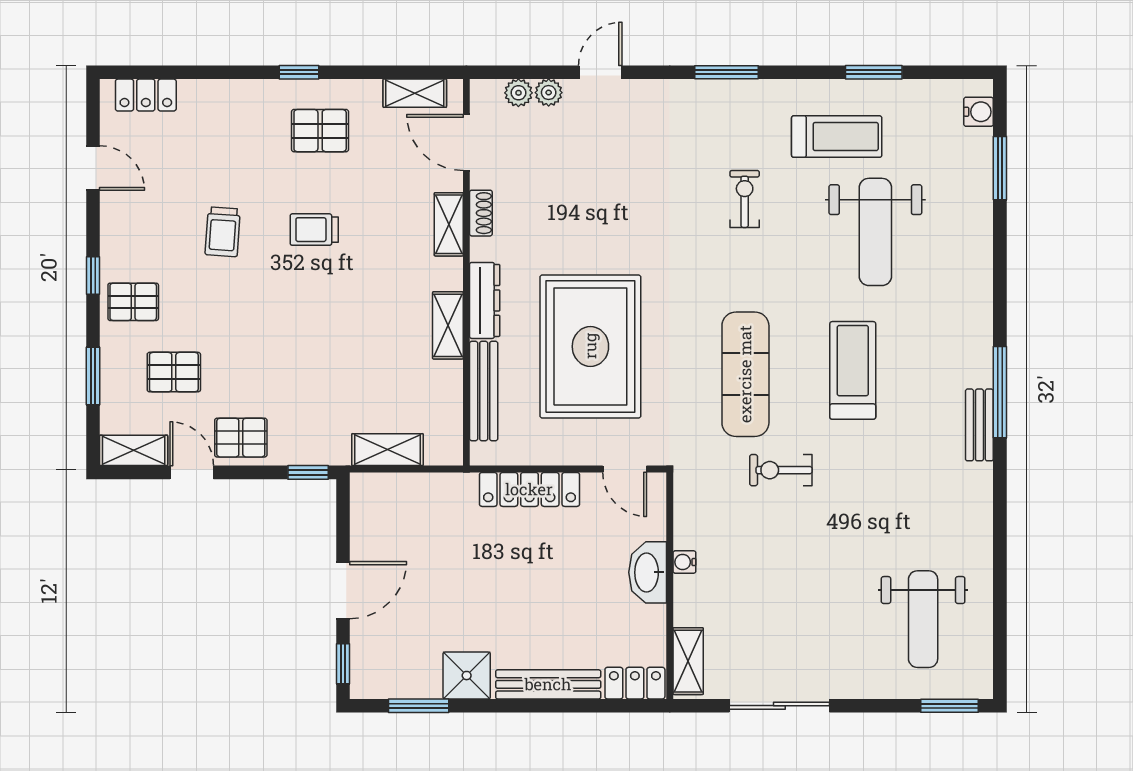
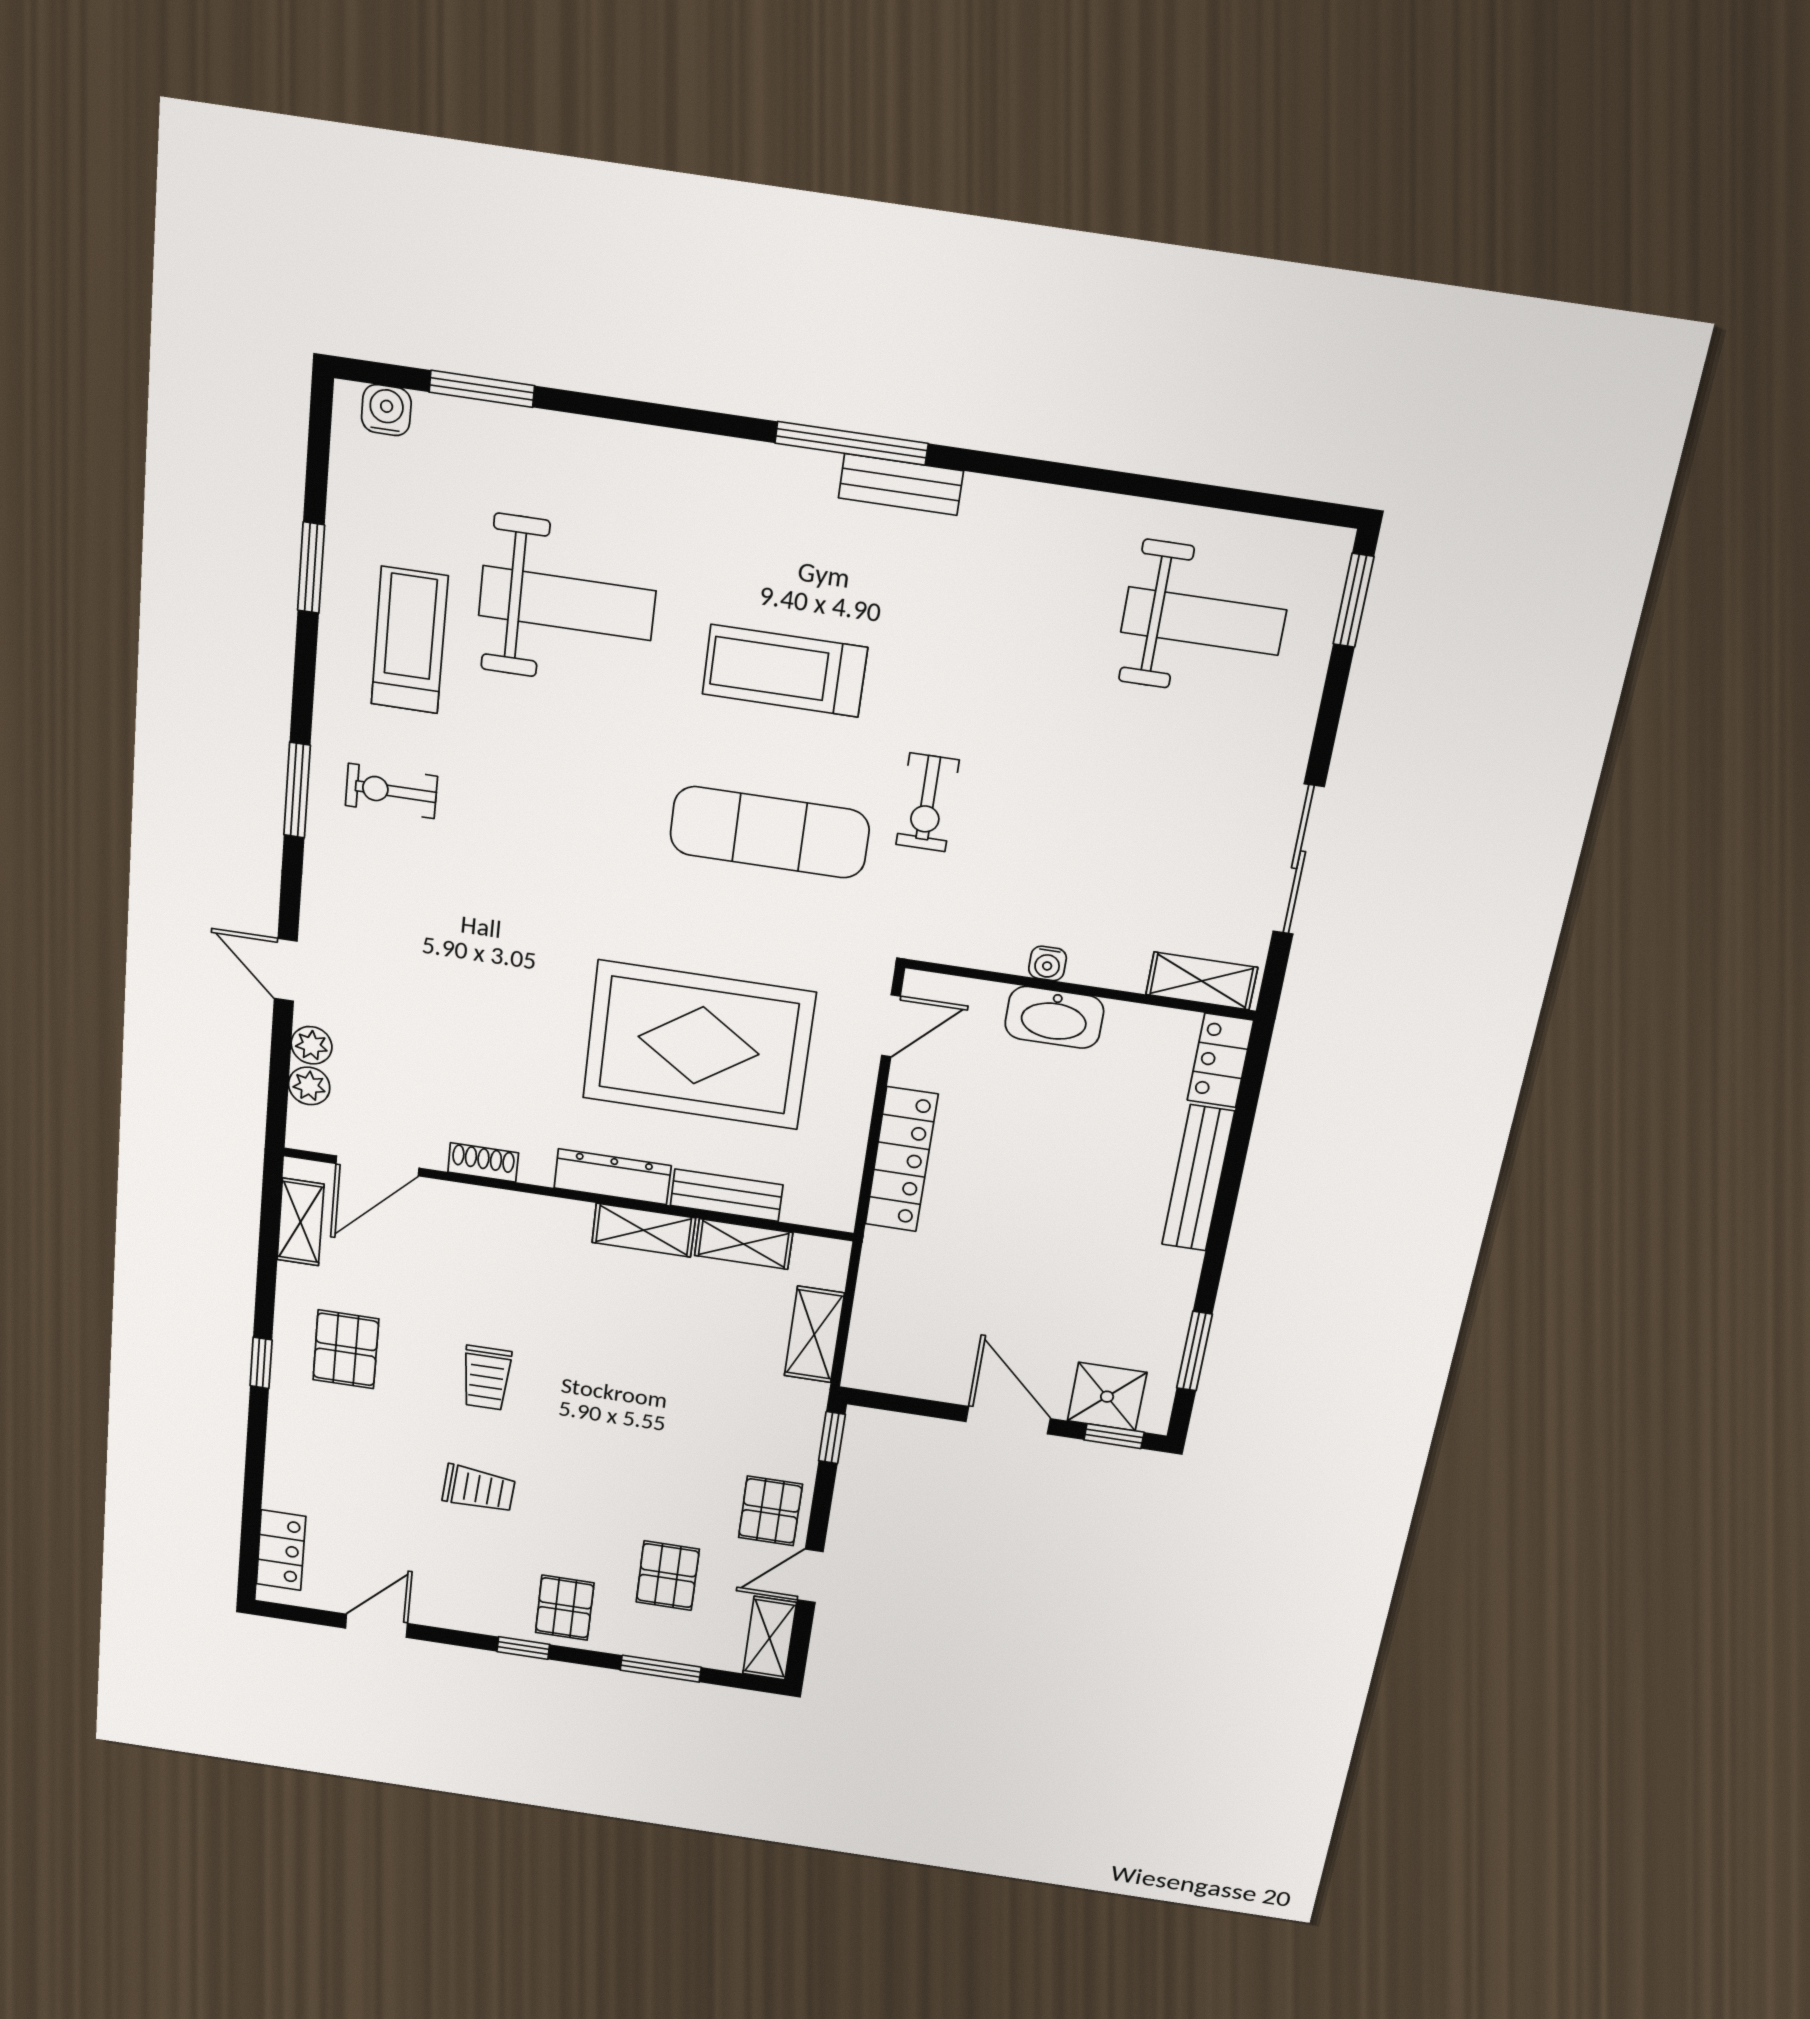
exercise bike: (745, 199) -> (391, 791), moved
shelving: (449, 224) -> (744, 1244), moved
bench: (484, 391) -> (727, 1195), width x0.73
shower: (467, 676) -> (1107, 1397), moved

